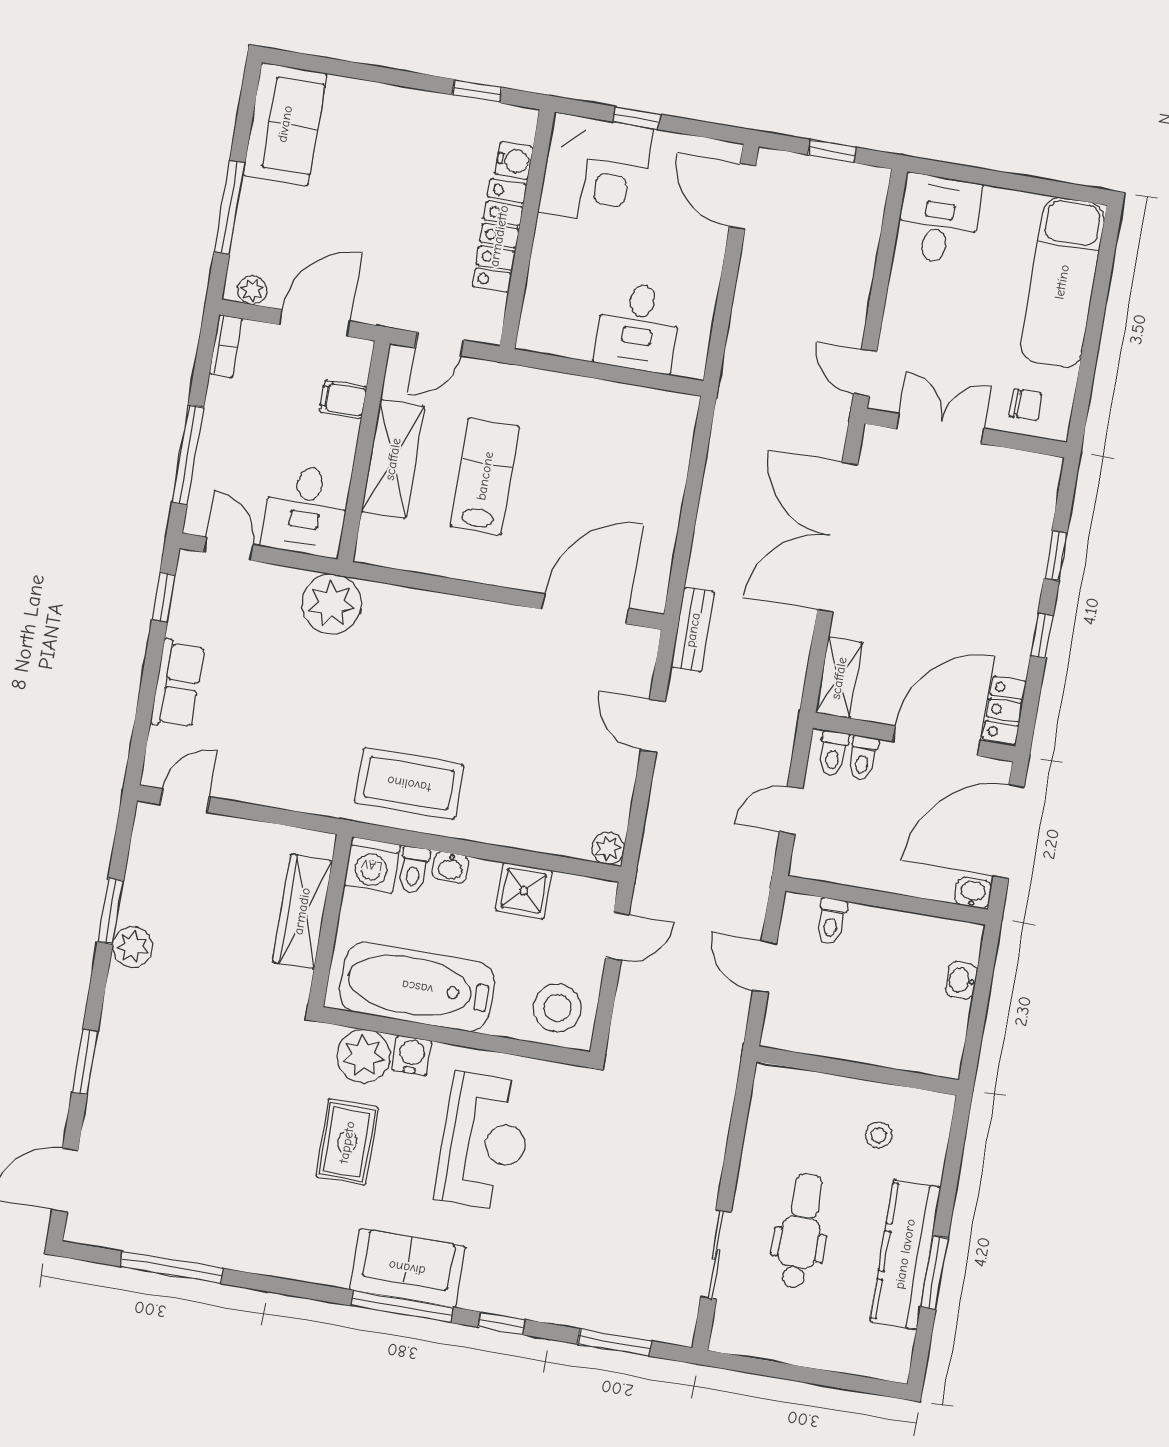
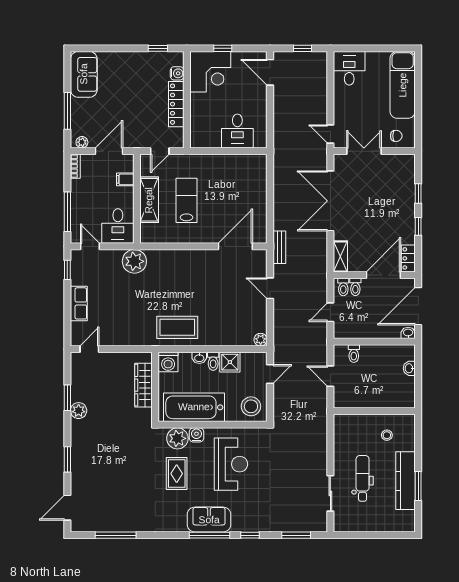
toilet: (414, 870) -> (213, 361), moved

